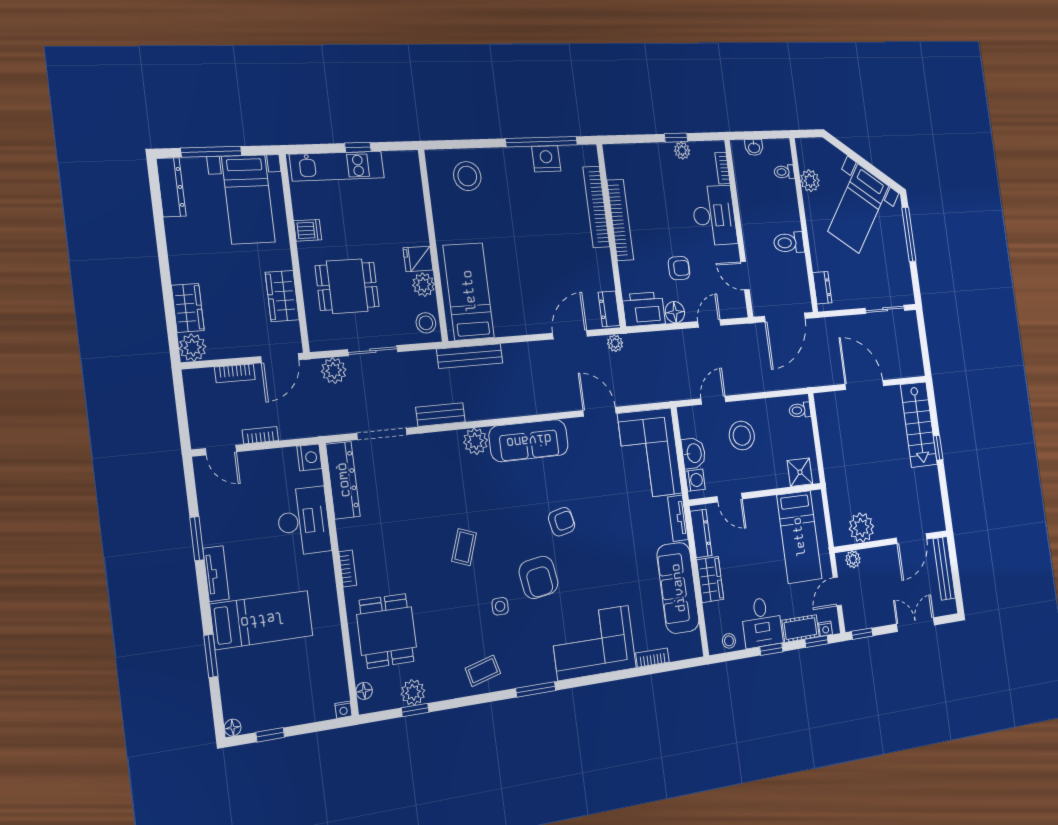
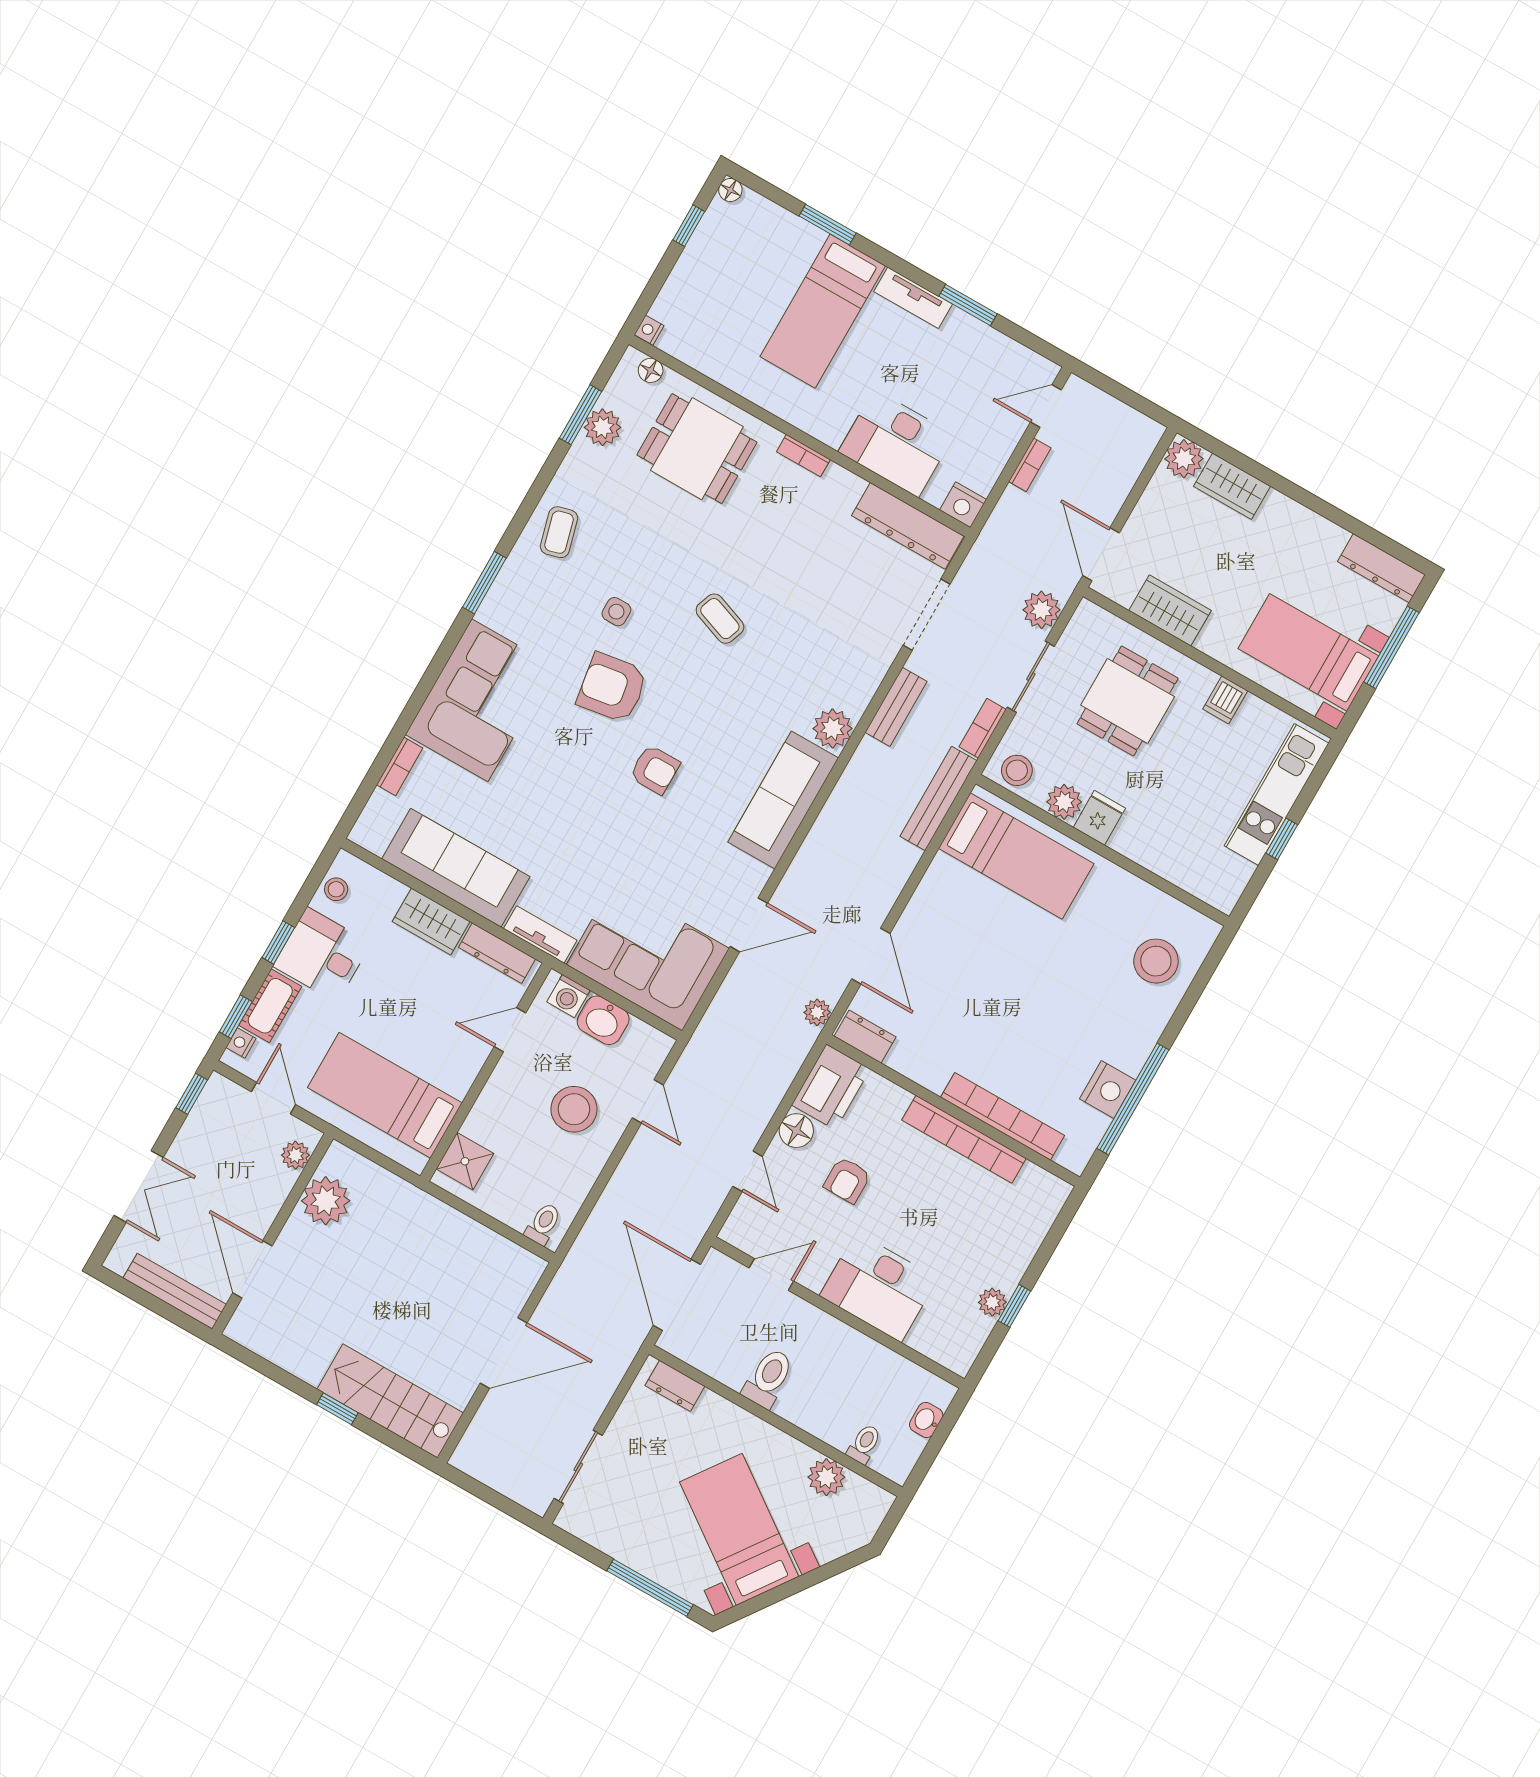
bookcase: (722, 168) -> (931, 1348), removed
bookcase: (235, 373) -> (983, 728), moved
armchair: (562, 522) -> (655, 770), turned -77
window: (415, 710) -> (581, 415), width x1.50

